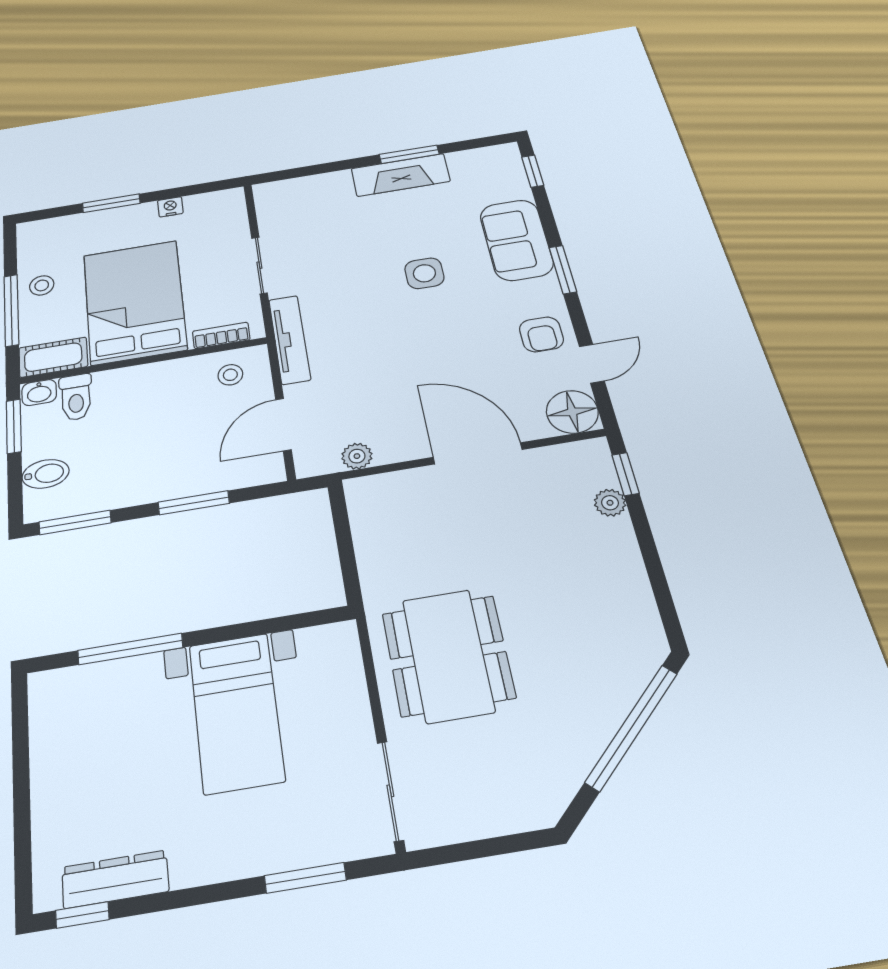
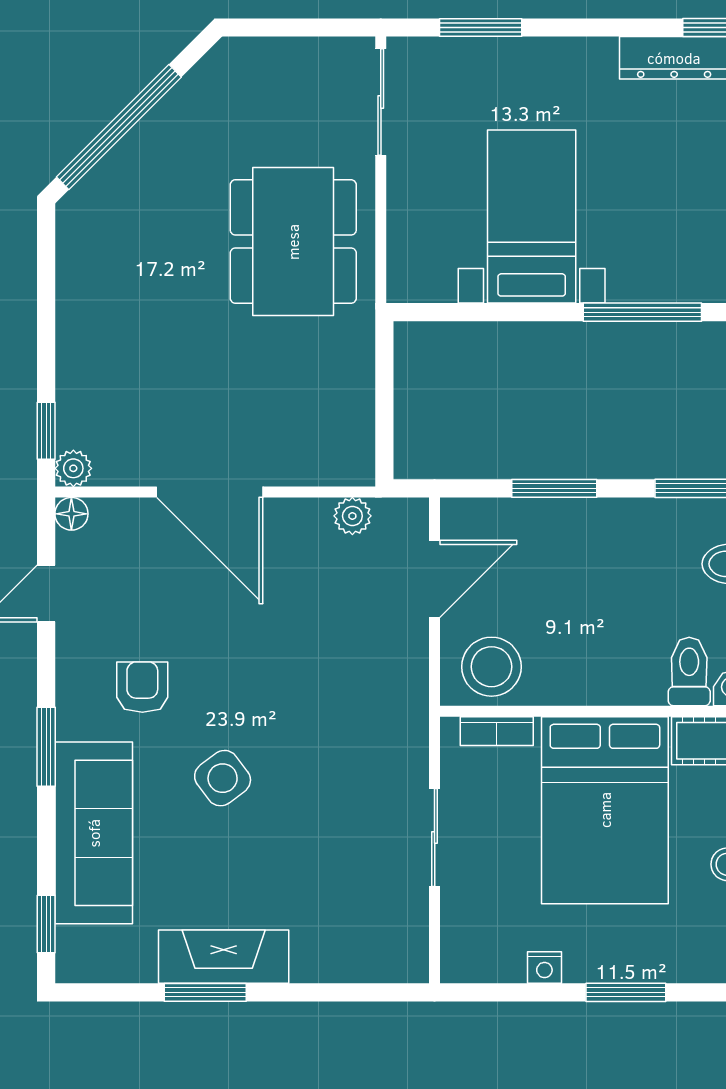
sofa: (516, 240) -> (94, 833), width x1.36
side table: (424, 273) -> (223, 778), turned -37
armchair: (541, 334) -> (142, 687), moved
tv unit: (290, 339) -> (411, 707), removed
stool: (230, 375) -> (491, 667), width x1.89, depth x1.89
floor lamp: (572, 412) -> (71, 514), width x0.53, depth x0.53
plant: (610, 503) -> (73, 468), moved

